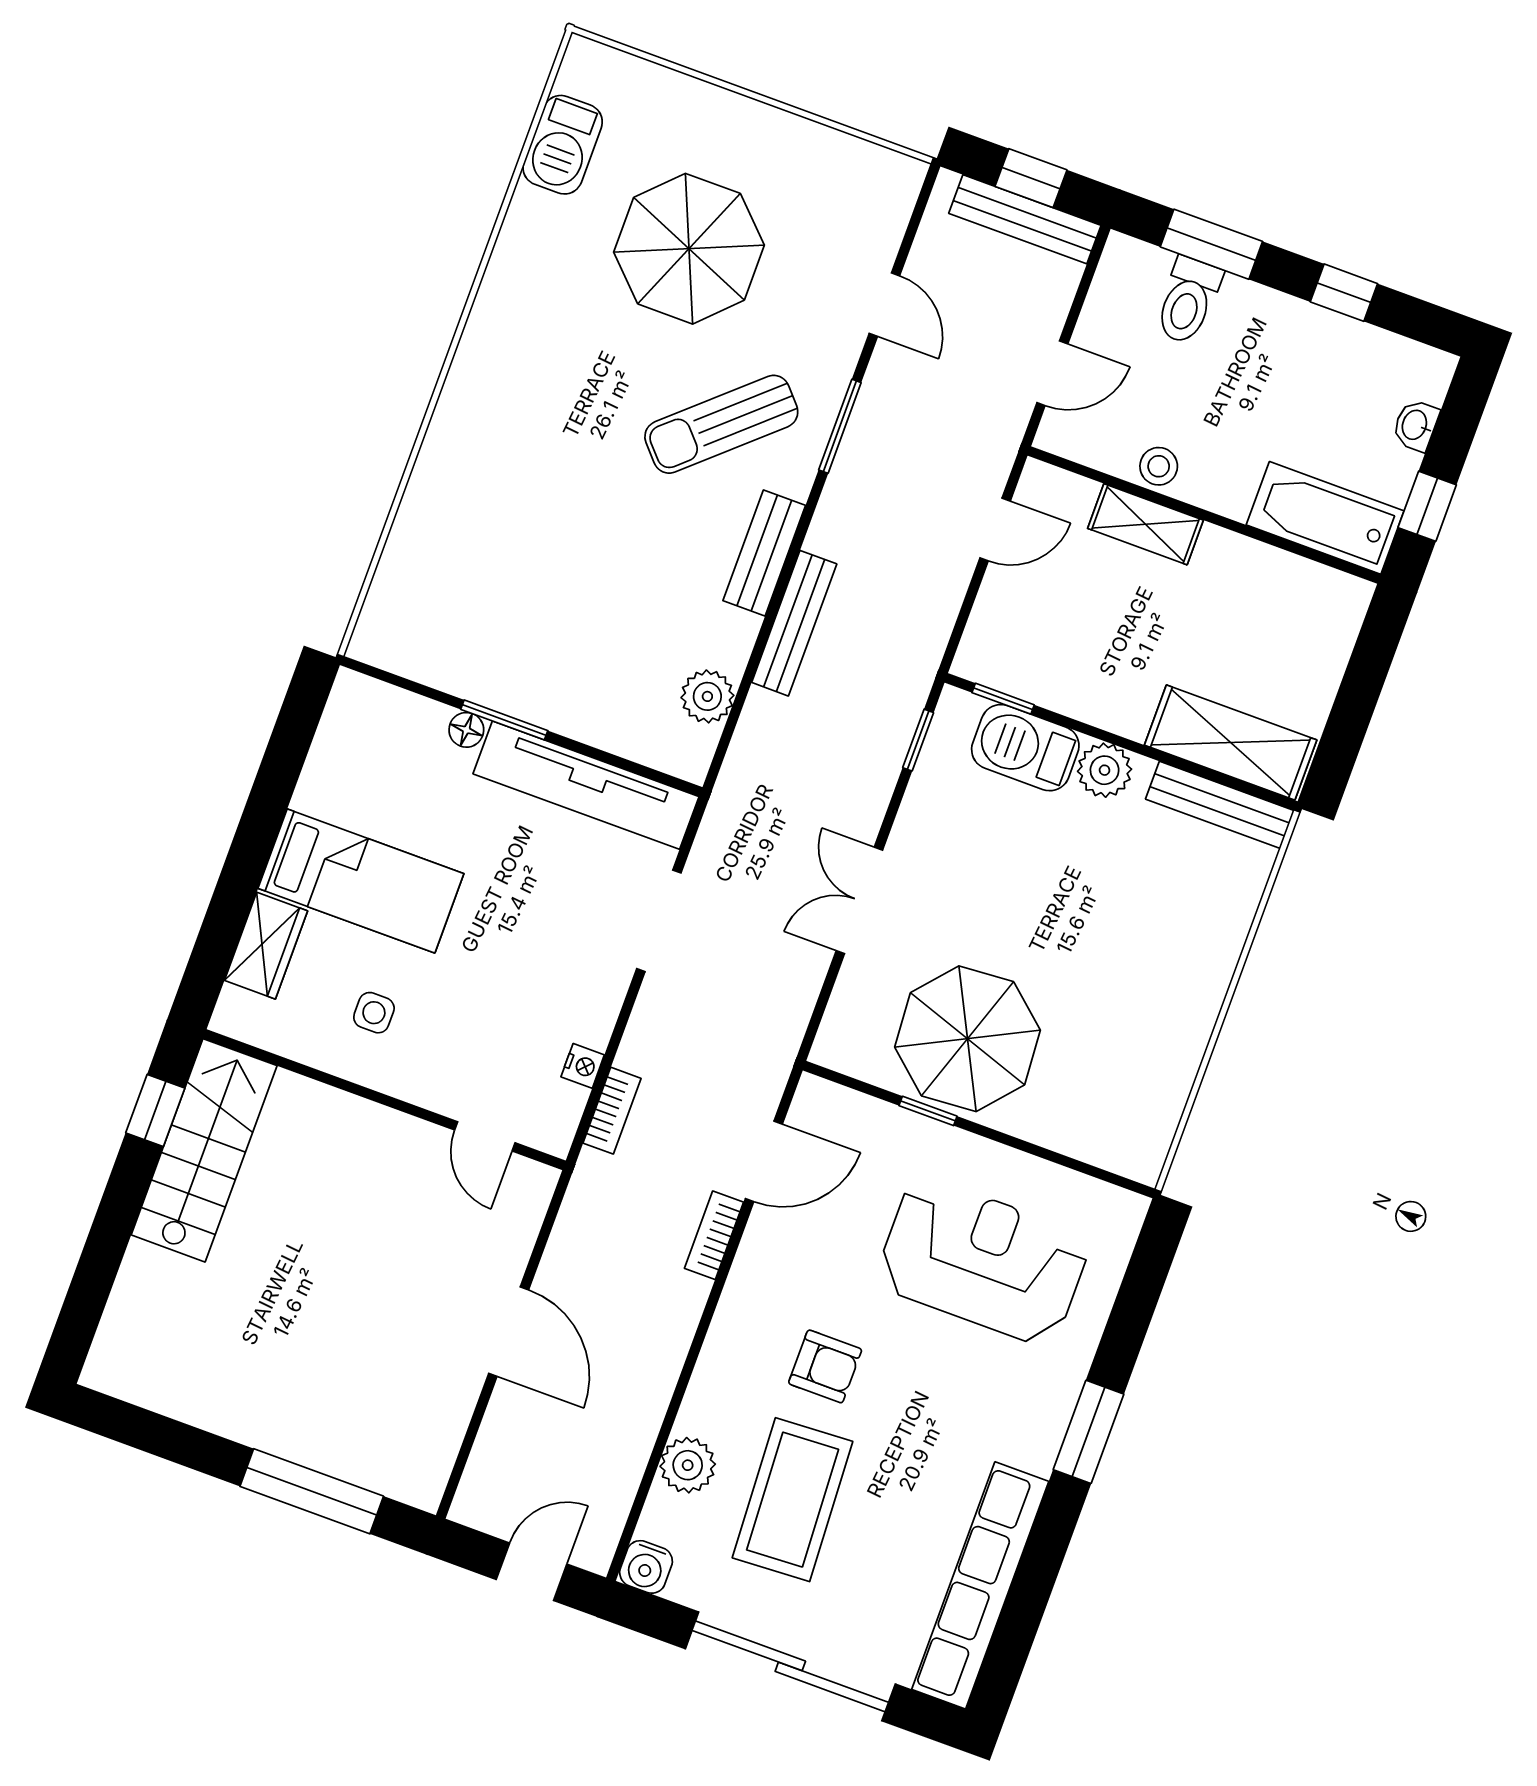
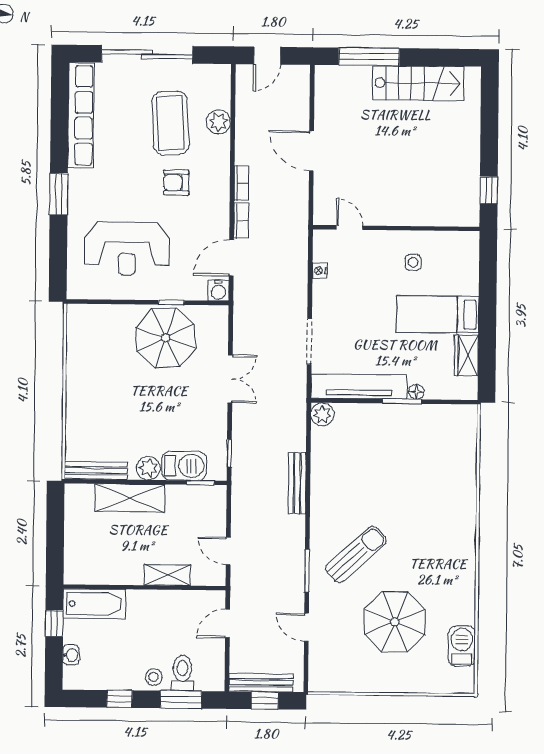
stool: (1159, 466) -> (154, 677), moved
door: (995, 529) -> (228, 551), hinge flipped
bench: (764, 553) -> (320, 508), removed
plant: (707, 696) -> (322, 414), moved
shelving: (1231, 743) -> (130, 498), moved
wardrobe: (266, 946) -> (466, 355), moved
bookcase: (612, 1111) -> (241, 183), moved, turned 180
stairs: (204, 1150) -> (418, 83), moved, turned -90
water cooler: (646, 1567) -> (219, 290), moved, turned 180

